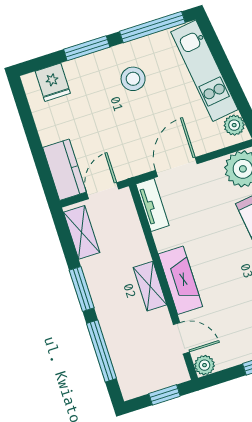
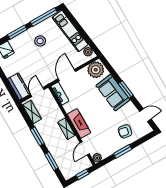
door: (181, 338) -> (85, 148), swing flipped
window: (102, 351) -> (51, 161), width x0.69

